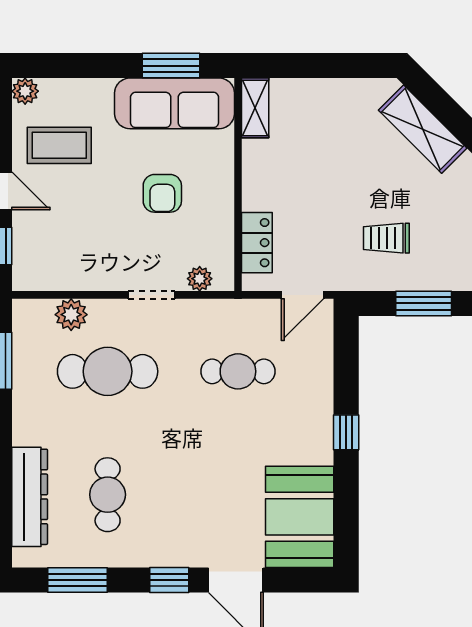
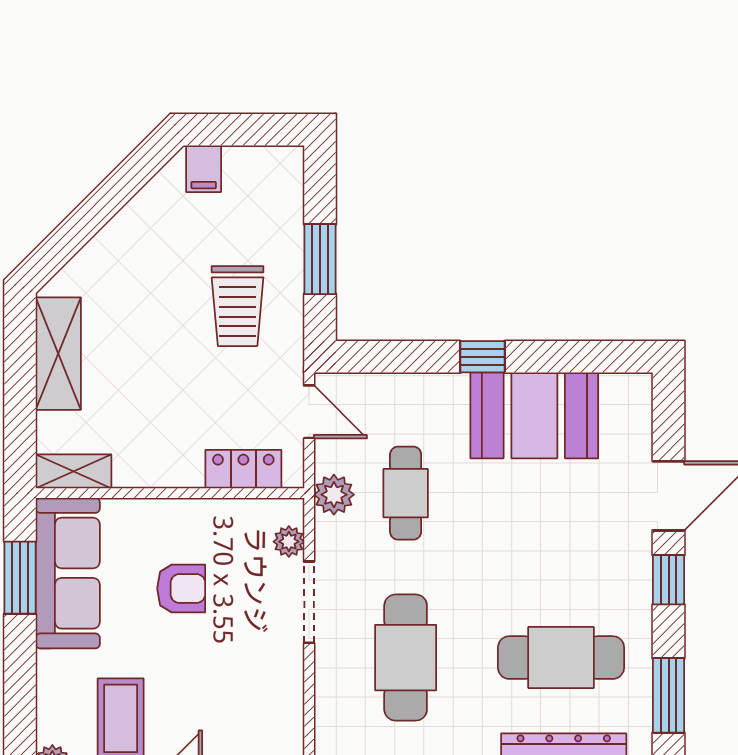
shelving: (423, 129) -> (58, 354), moved, turned -45
trolley: (386, 238) -> (238, 306), width x1.36, depth x1.39
doorway: (151, 295) -> (309, 602), width x1.38
plant: (71, 315) -> (334, 495), moved
cafe table: (108, 495) -> (561, 658), width x1.37, depth x1.35
booth: (300, 517) -> (534, 415), moved

